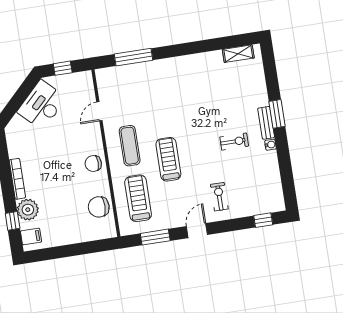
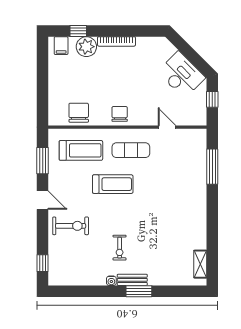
exercise bike: (219, 197) -> (71, 226), width x1.38, depth x1.39

